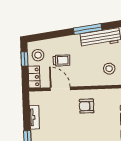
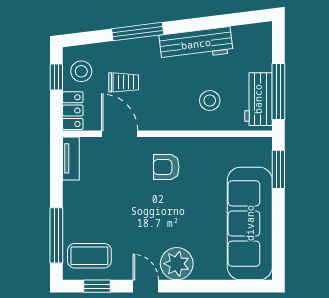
window: (87, 29) -> (138, 32), moved
tv unit: (35, 117) -> (71, 158), moved

